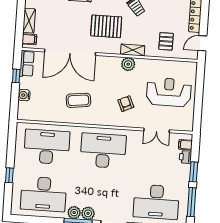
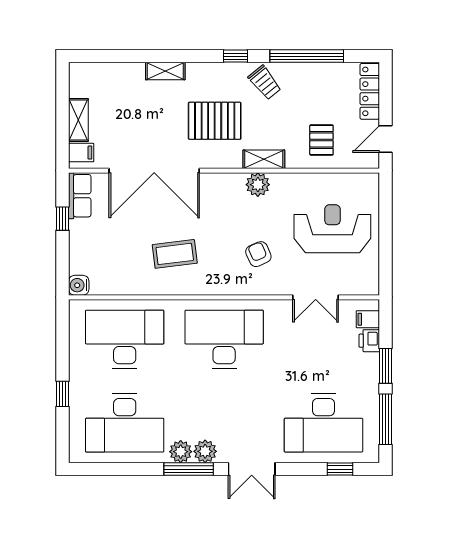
water cooler: (24, 95) -> (79, 285), moved

